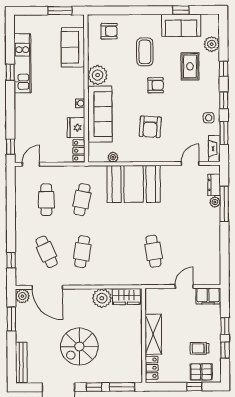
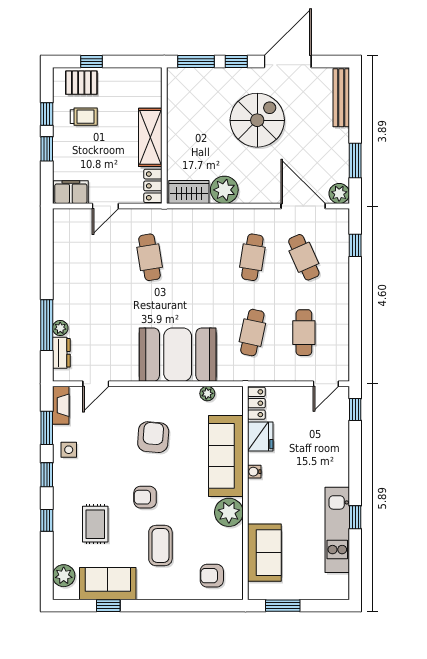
plant: (212, 44) -> (64, 576), moved
locker: (152, 368) -> (153, 186), moved

